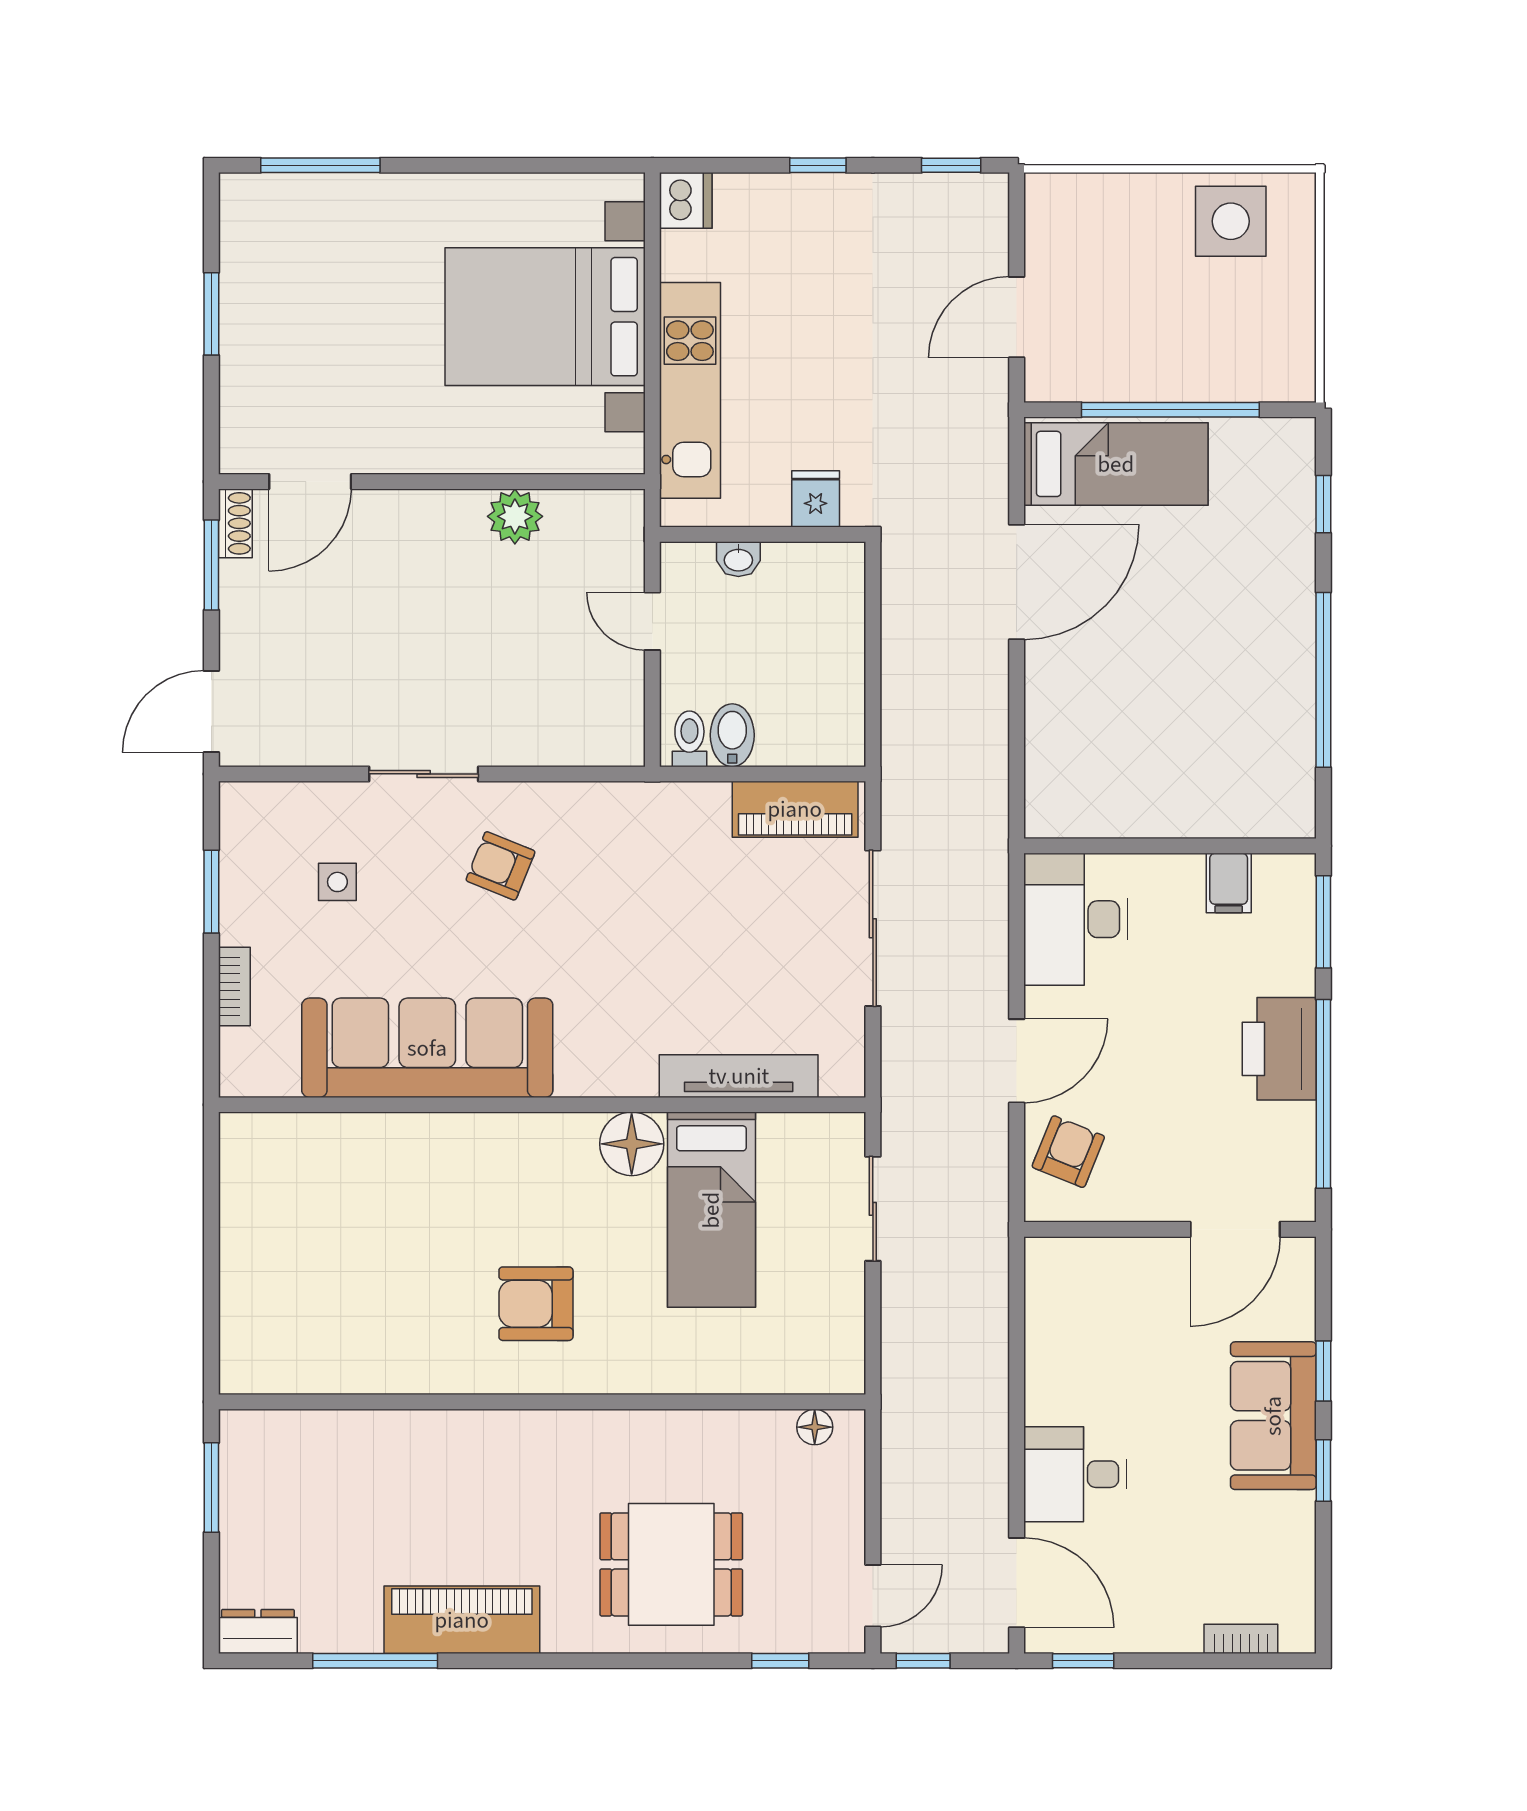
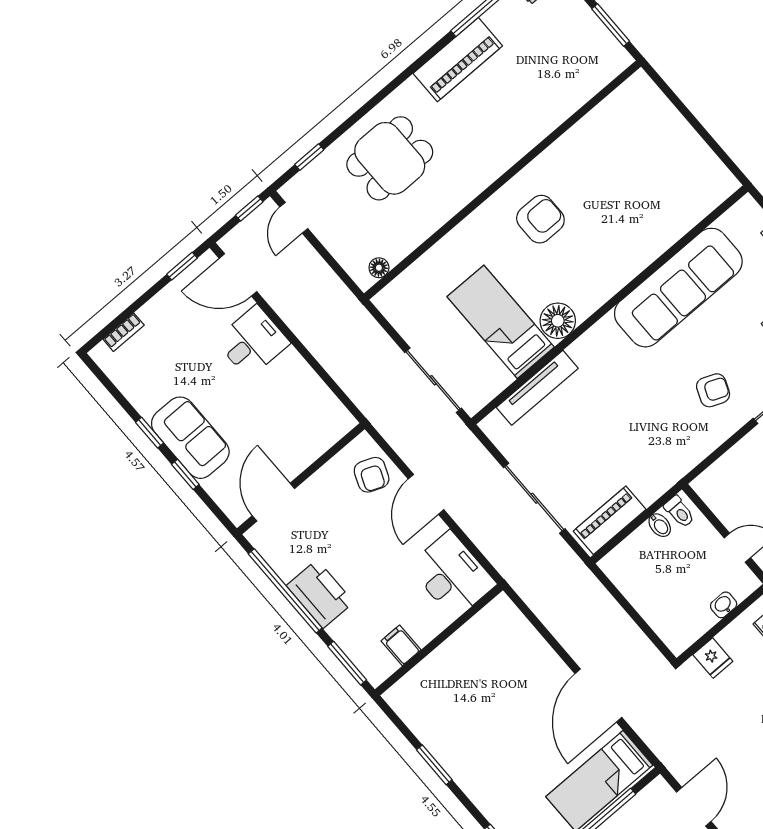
window: (1323, 680) -> (434, 765), width x0.47
bidet: (732, 735) -> (660, 525), width x0.72, depth x0.74
sliding door: (873, 1209) -> (433, 380), width x1.37

